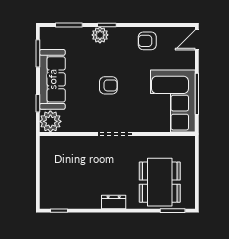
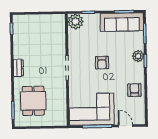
door: (197, 40) -> (126, 126), moved
sofa: (52, 79) -> (122, 22), moved
dining table: (160, 182) -> (33, 101), width x0.73

